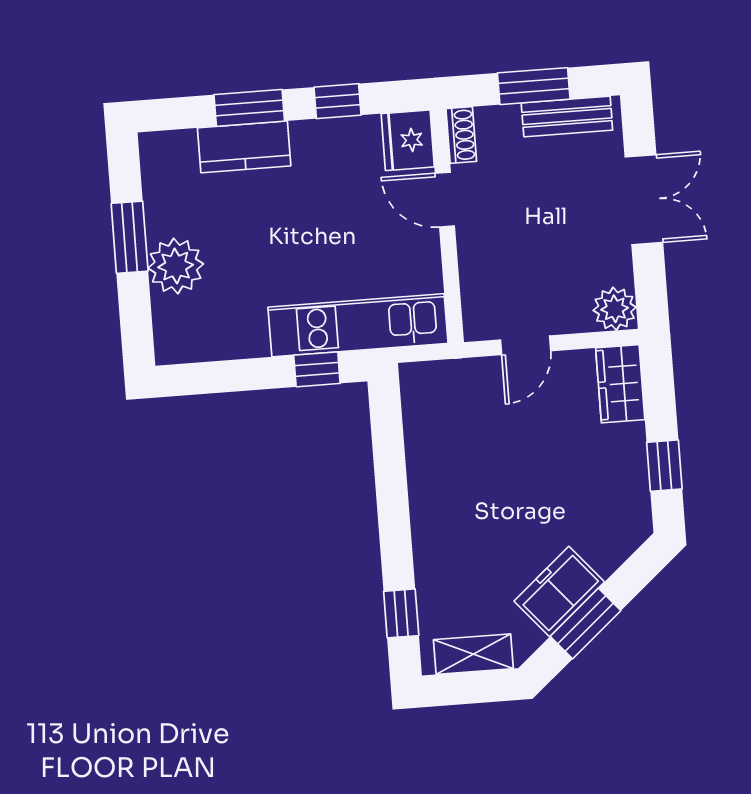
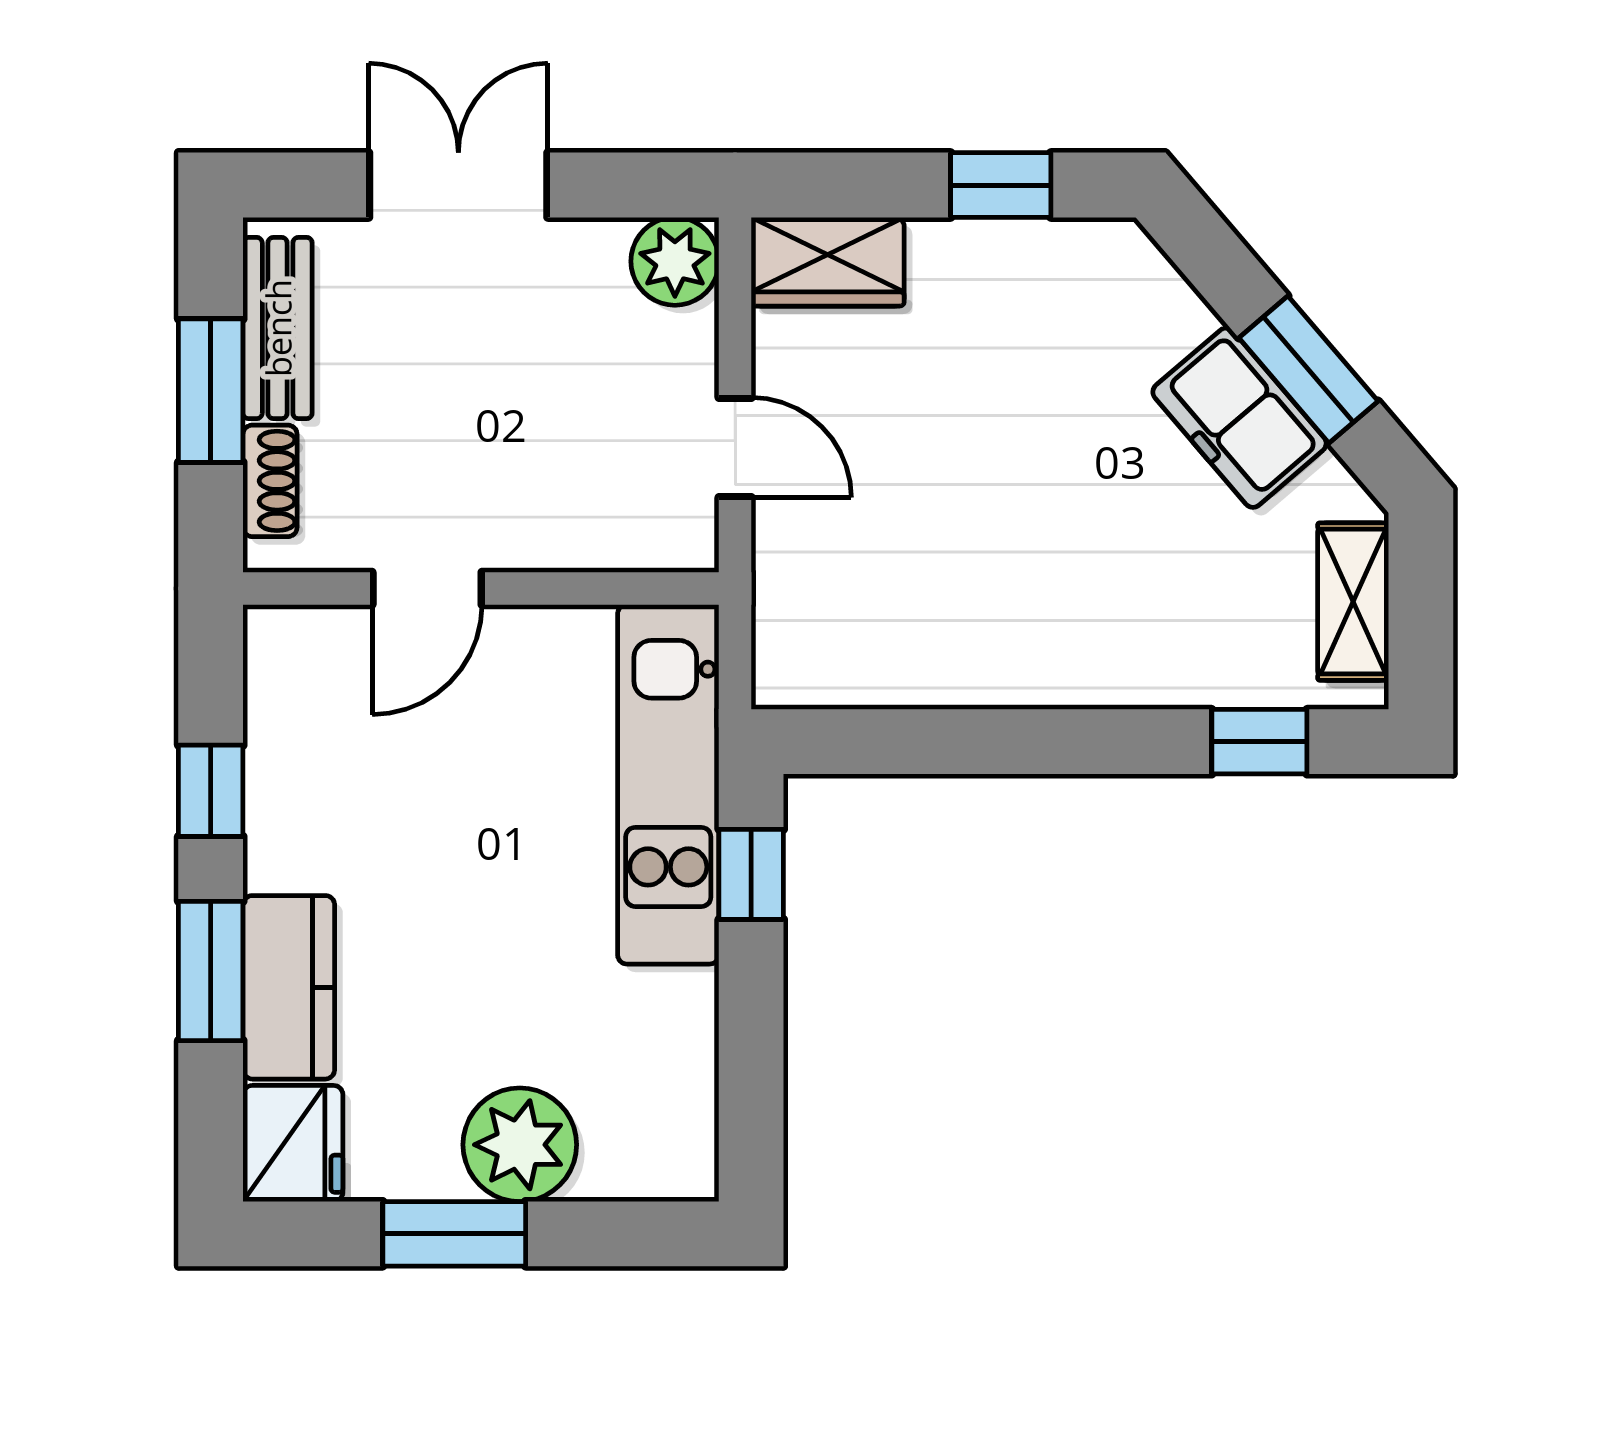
shoe rack: (461, 135) -> (270, 481), moved, turned 90
fridge: (408, 140) -> (293, 1144), moved, turned -90

